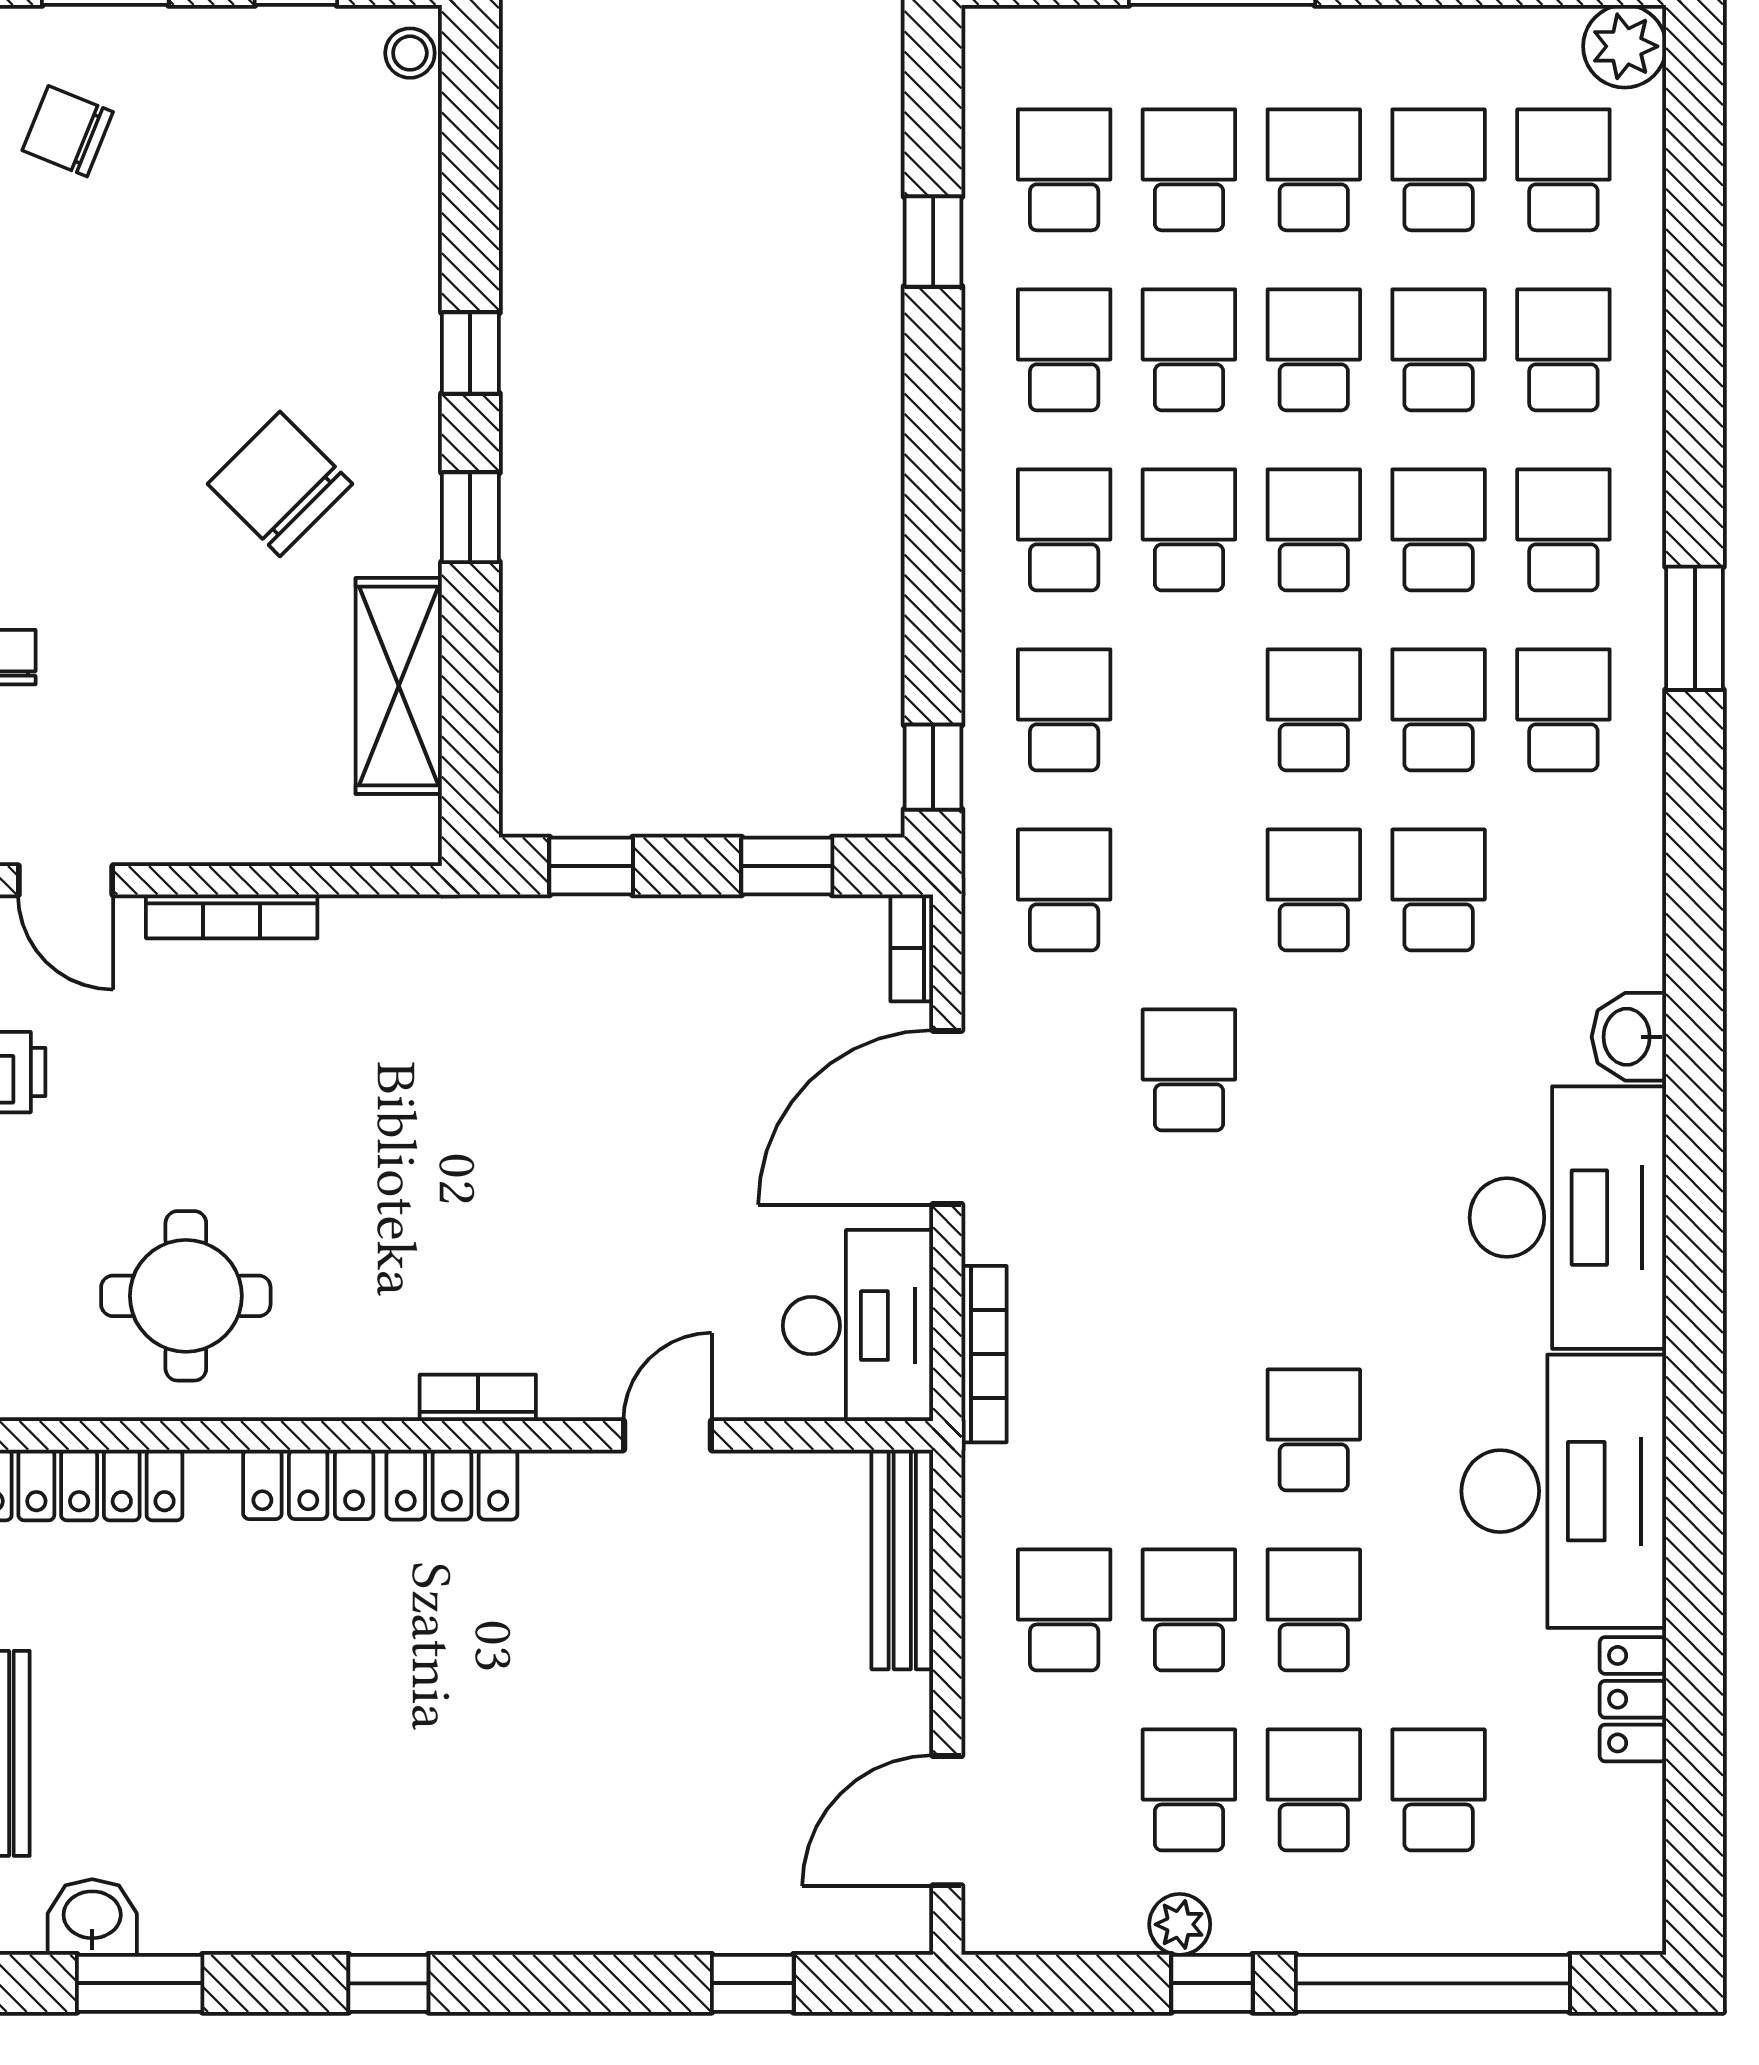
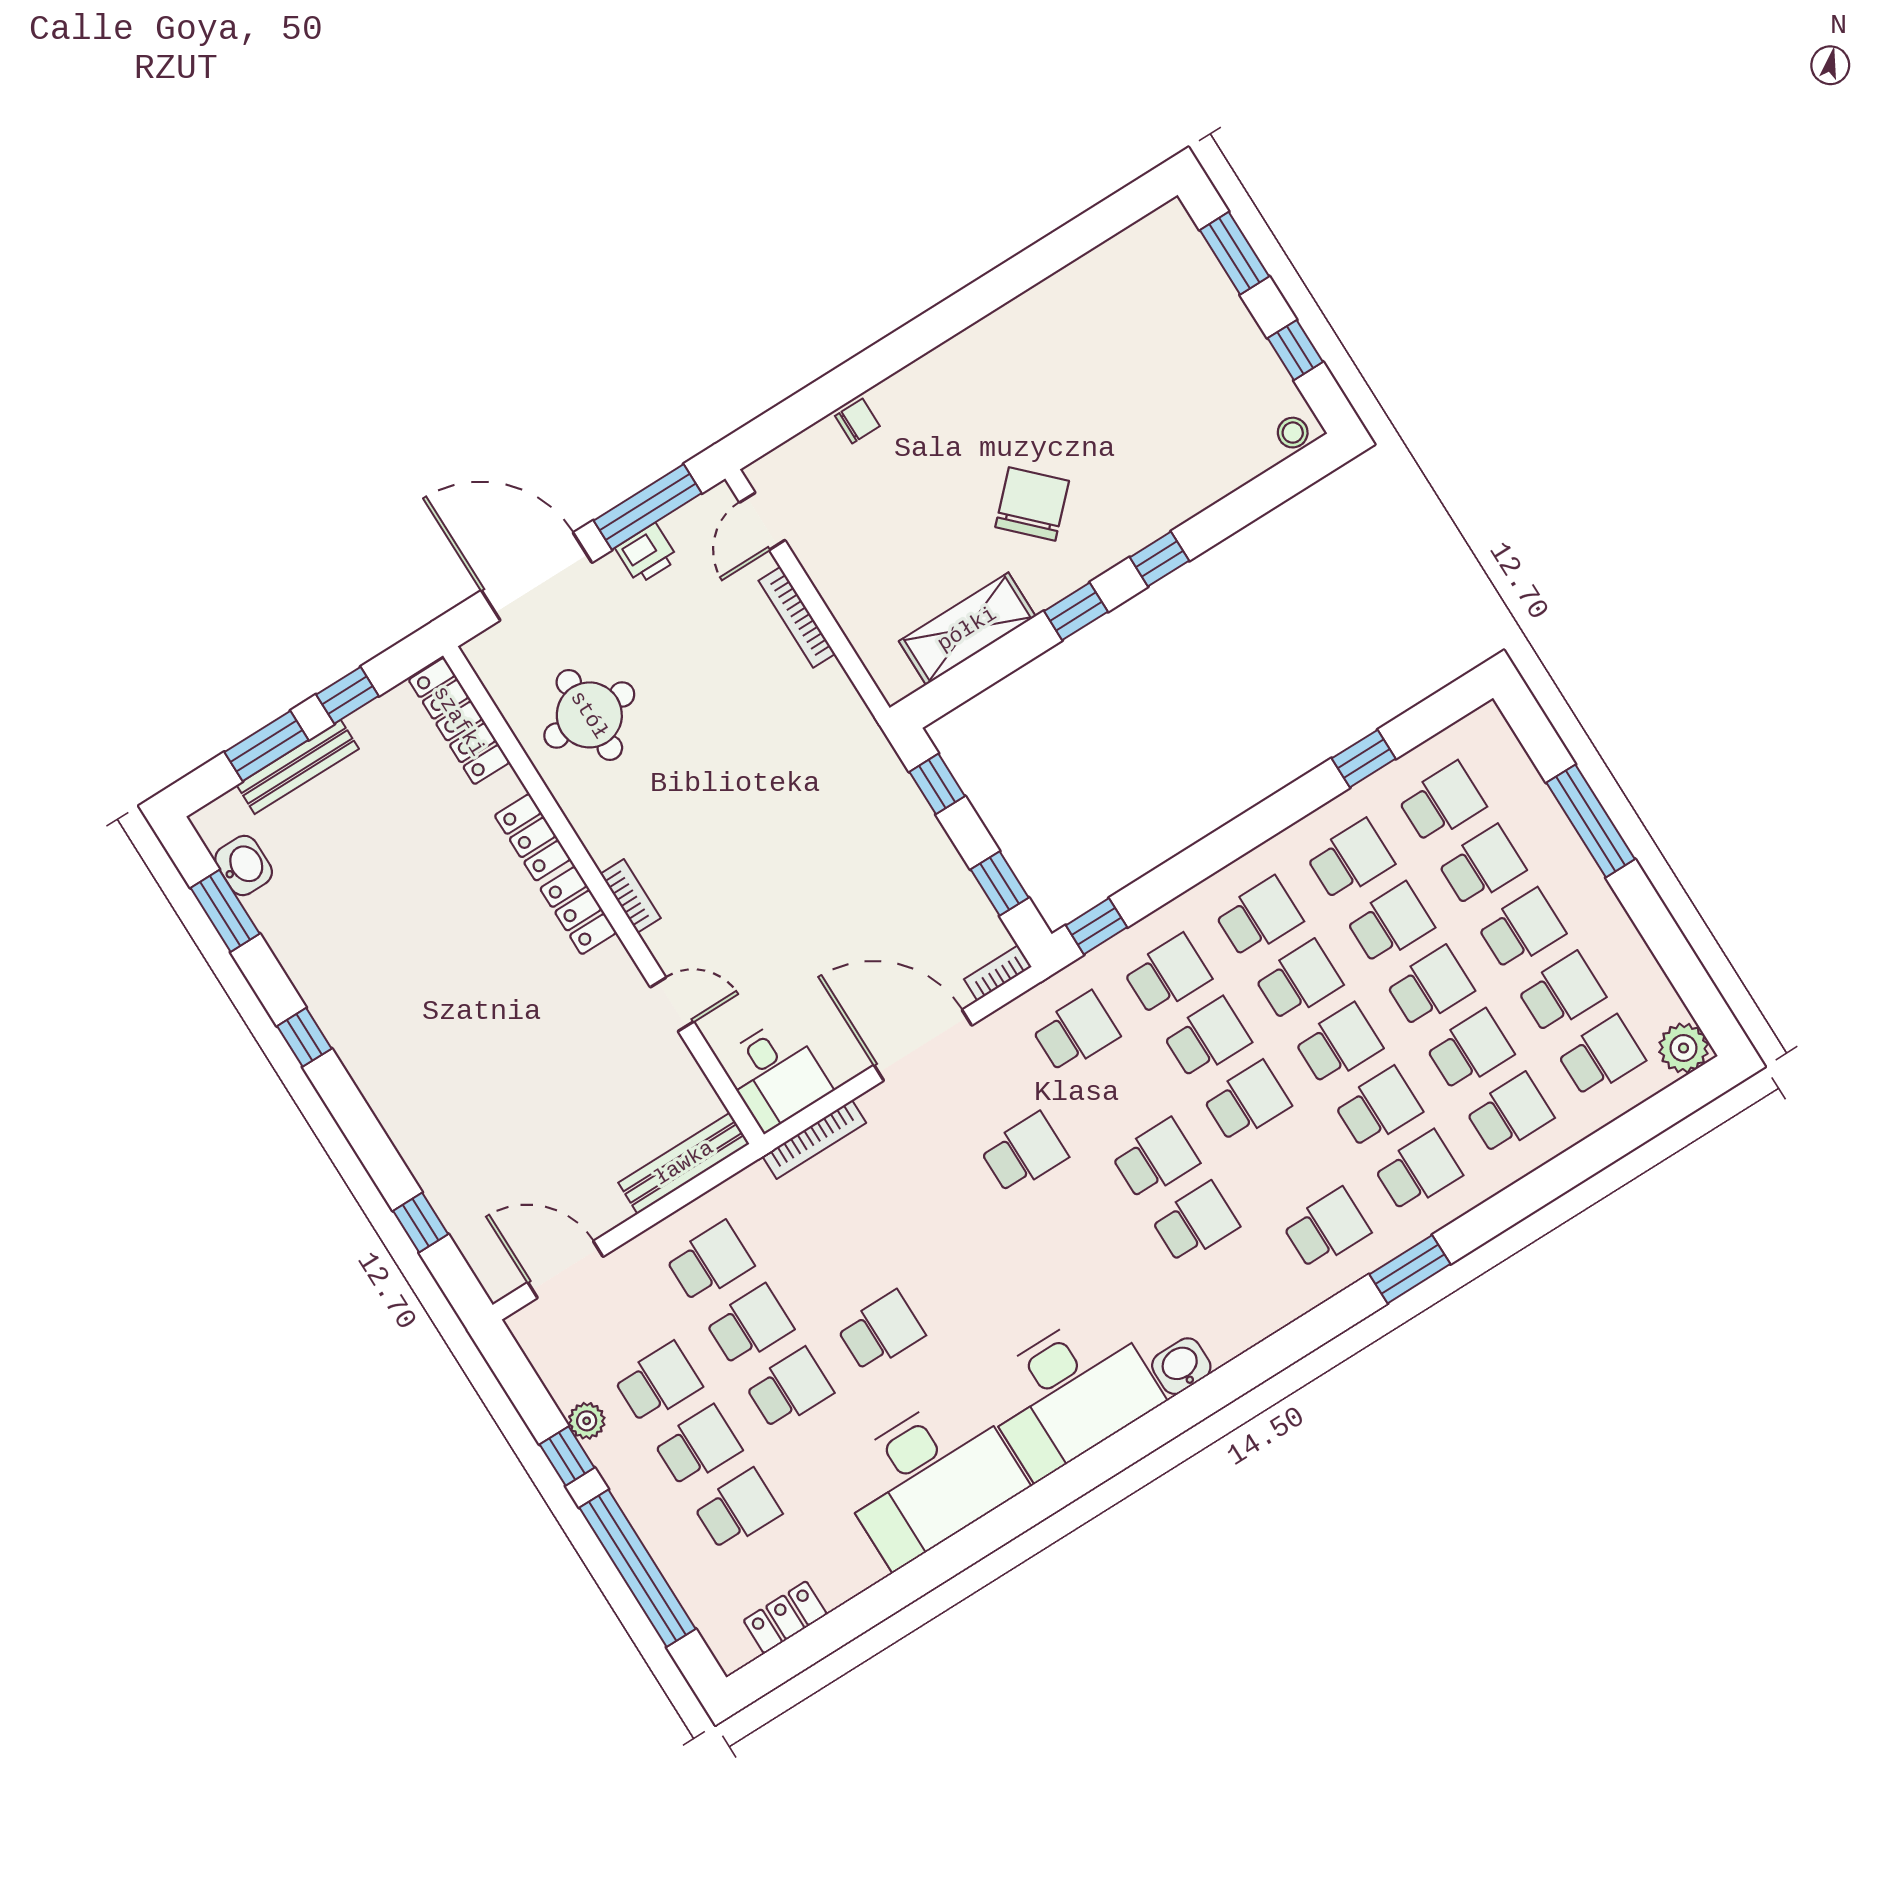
chair: (68, 131) -> (1144, 283), removed
school desk: (1439, 710) -> (1207, 1038), moved
desk: (858, 1326) -> (775, 1074), width x0.73
locker: (1633, 1699) -> (785, 1617), moved

